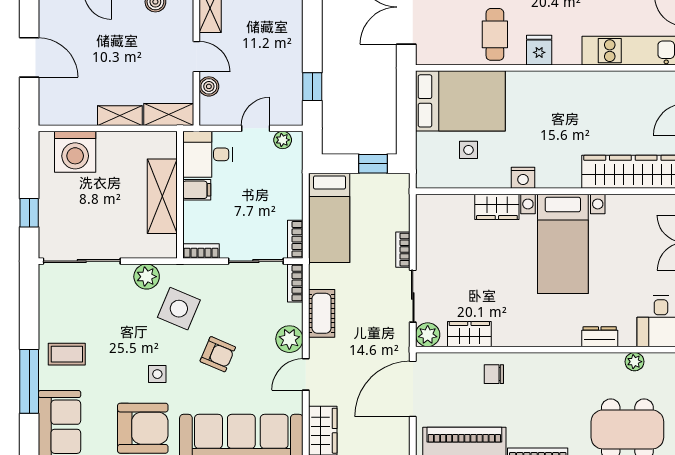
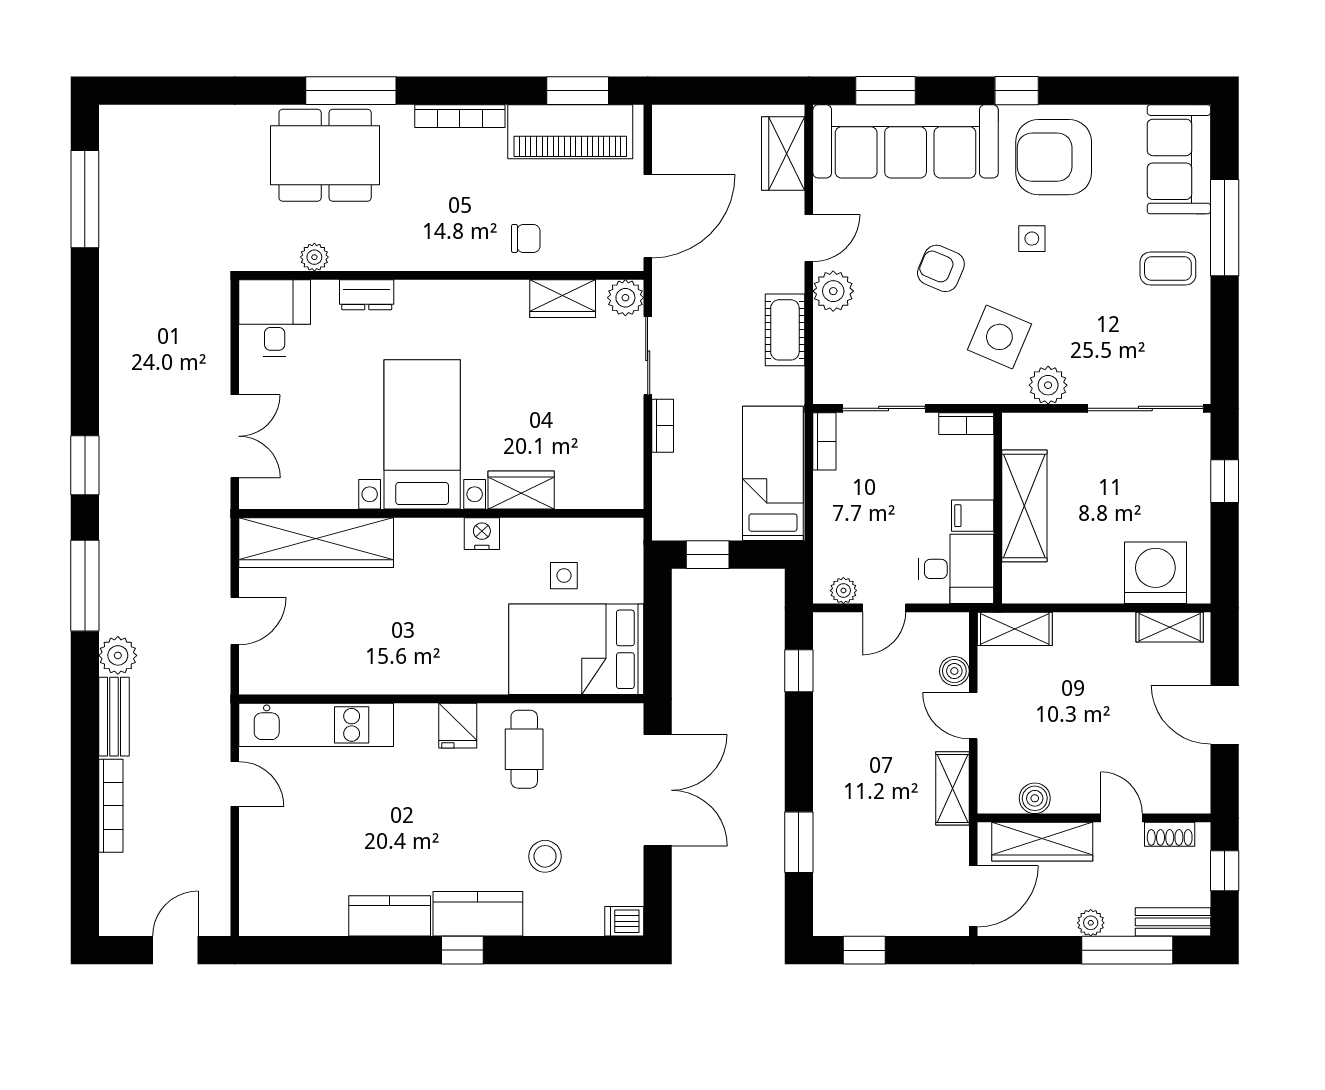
shelving: (120, 116) -> (1170, 627), moved
bookcase: (295, 283) -> (824, 375), removed

